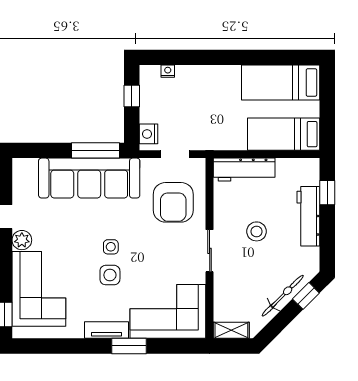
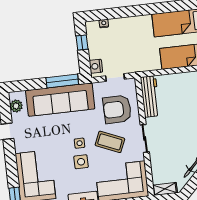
workbench: (244, 170) -> (150, 96), moved, turned -90
armchair: (173, 202) -> (117, 109), turned 89
stool: (257, 231) -> (174, 122), removed
plant: (22, 240) -> (16, 106), moved
coffee table: (157, 250) -> (110, 142), added

